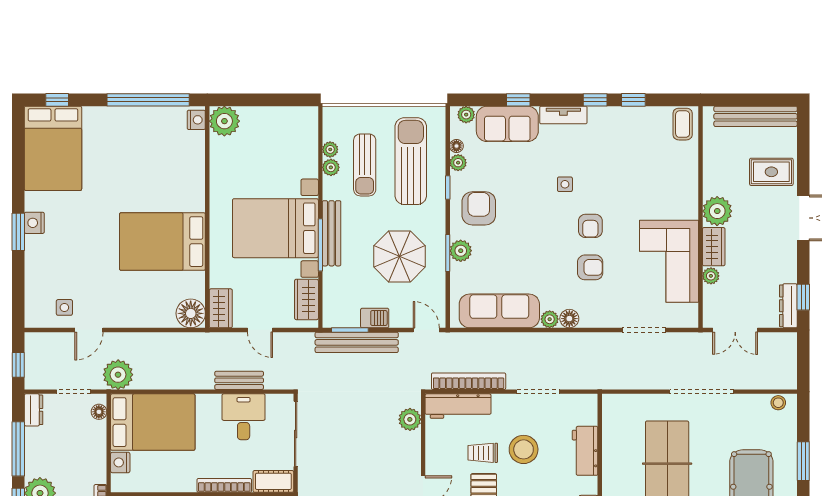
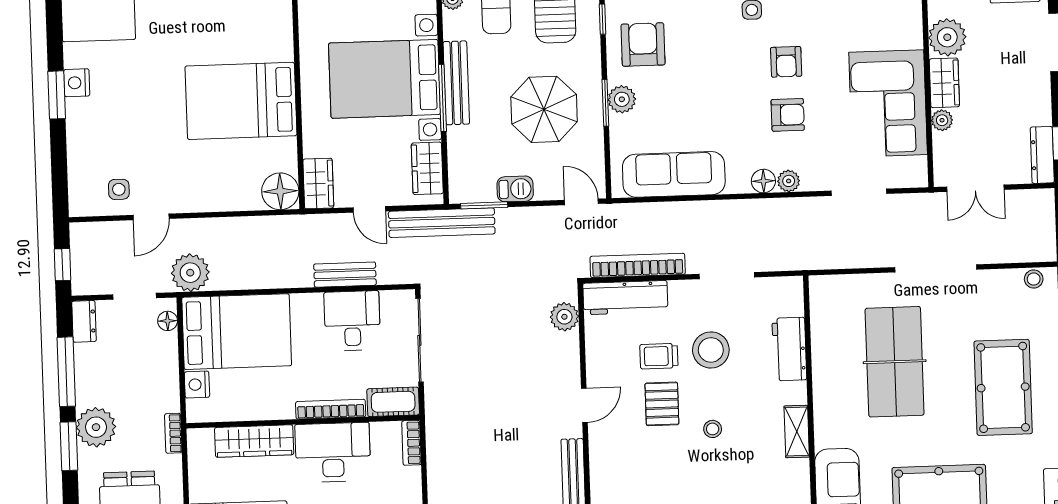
plant: (550, 319) -> (789, 181), moved
bench: (357, 342) -> (442, 223), moved

